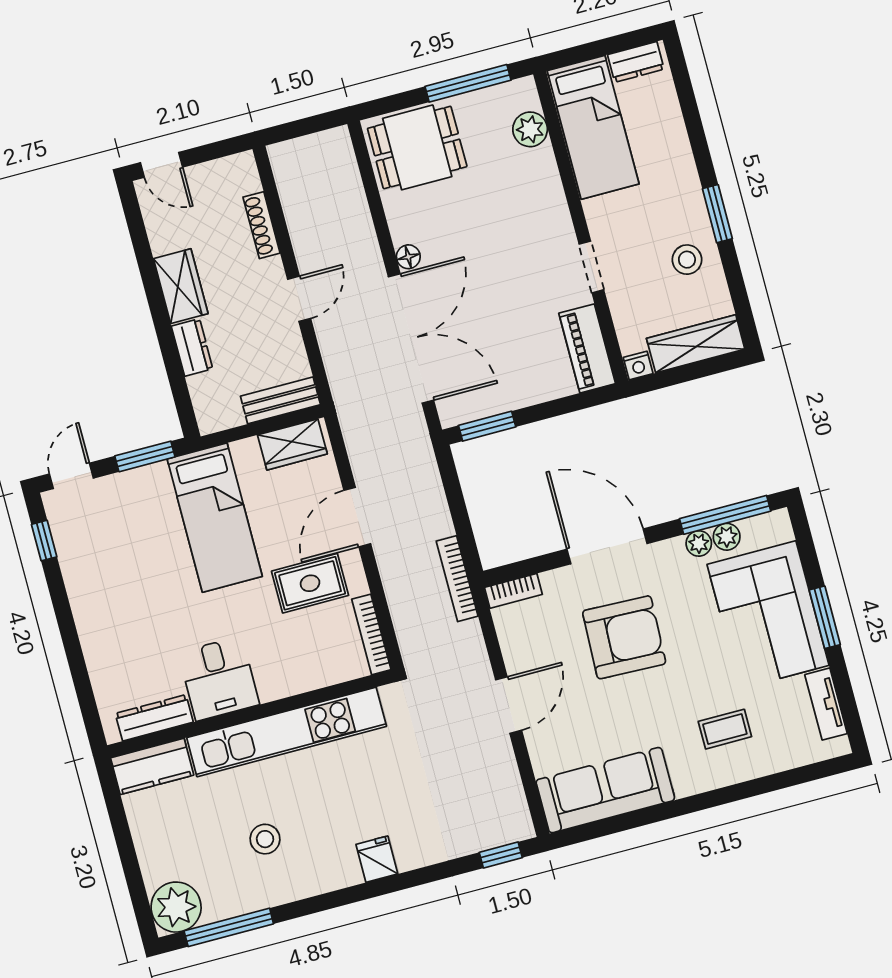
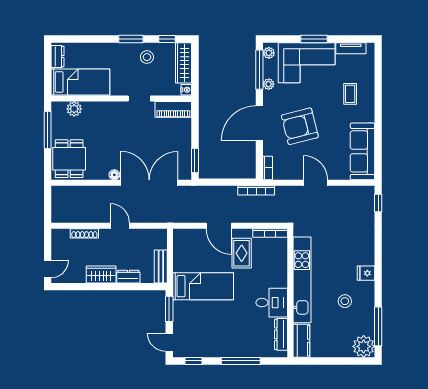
window: (739, 293) -> (167, 39), added
bench: (280, 400) -> (161, 266), moved
wardrobe: (292, 444) -> (181, 245), removed
plant: (727, 537) -> (269, 53), moved
armchair: (624, 637) -> (300, 126), turned -106
window: (72, 645) -> (241, 361), added
fridge: (377, 859) -> (366, 273), moved

